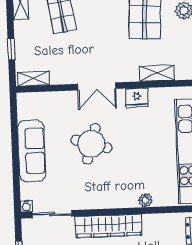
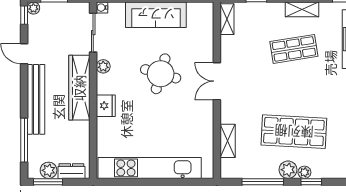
fridge: (137, 98) -> (106, 106), moved, turned 180
plant: (145, 200) -> (103, 66), moved

